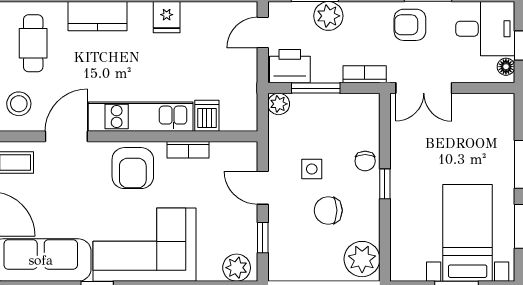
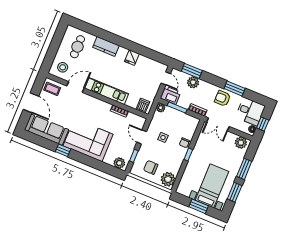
door: (263, 33) -> (166, 78), swing flipped
plant: (493, 108) -> (241, 143), added
dishwasher: (207, 116) -> (143, 106), moved
armchair: (133, 168) -> (96, 109), removed
chair: (328, 210) -> (151, 167), moved

